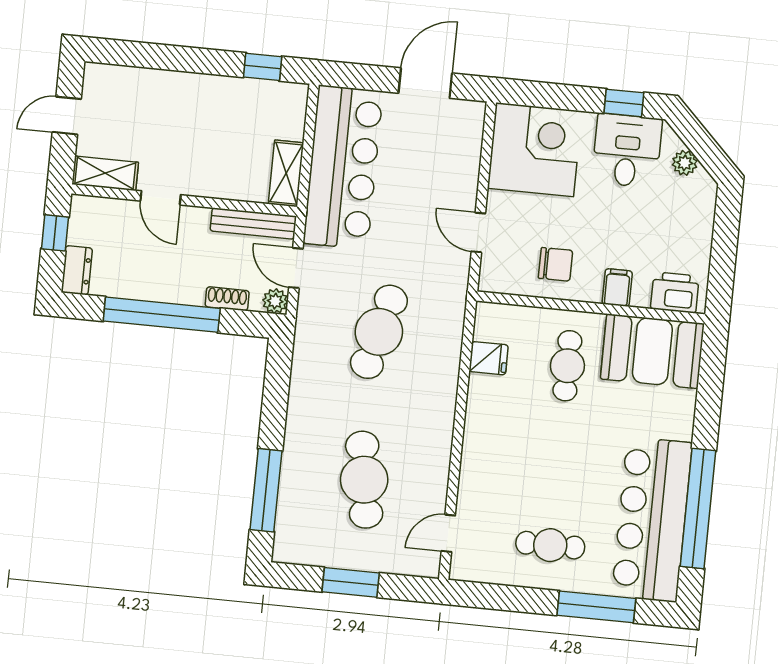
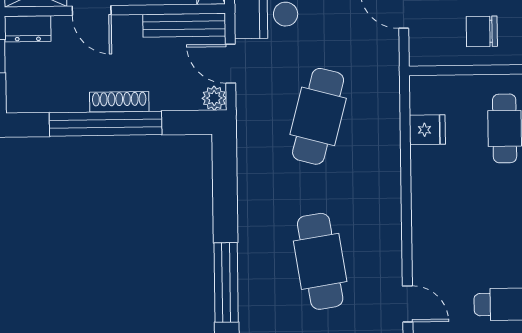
chair: (555, 264) -> (482, 31), turned 180
dresser: (77, 270) -> (28, 29), moved, turned 90
shoe rack: (227, 299) -> (119, 102), moved, width x1.43
door: (448, 533) -> (408, 304), swing flipped

